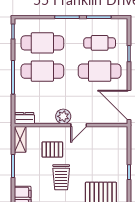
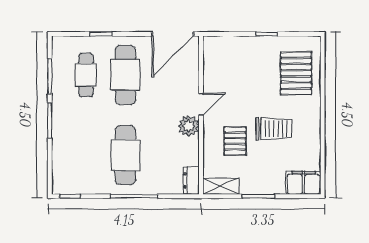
cafe table: (42, 43) -> (86, 155), removed
door: (79, 125) -> (201, 104), hinge flipped

